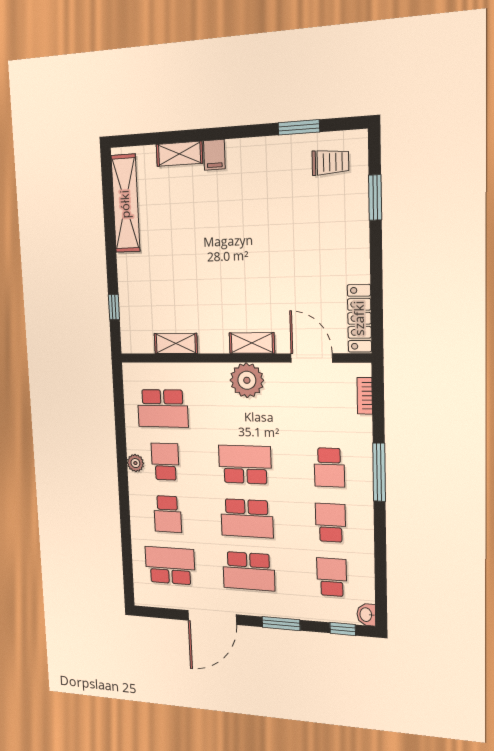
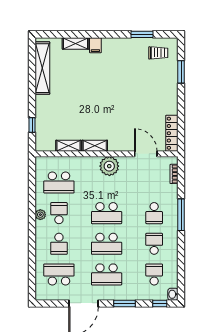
shelving: (252, 343) -> (95, 146), moved
school desk: (245, 464) -> (107, 213), turned 180

